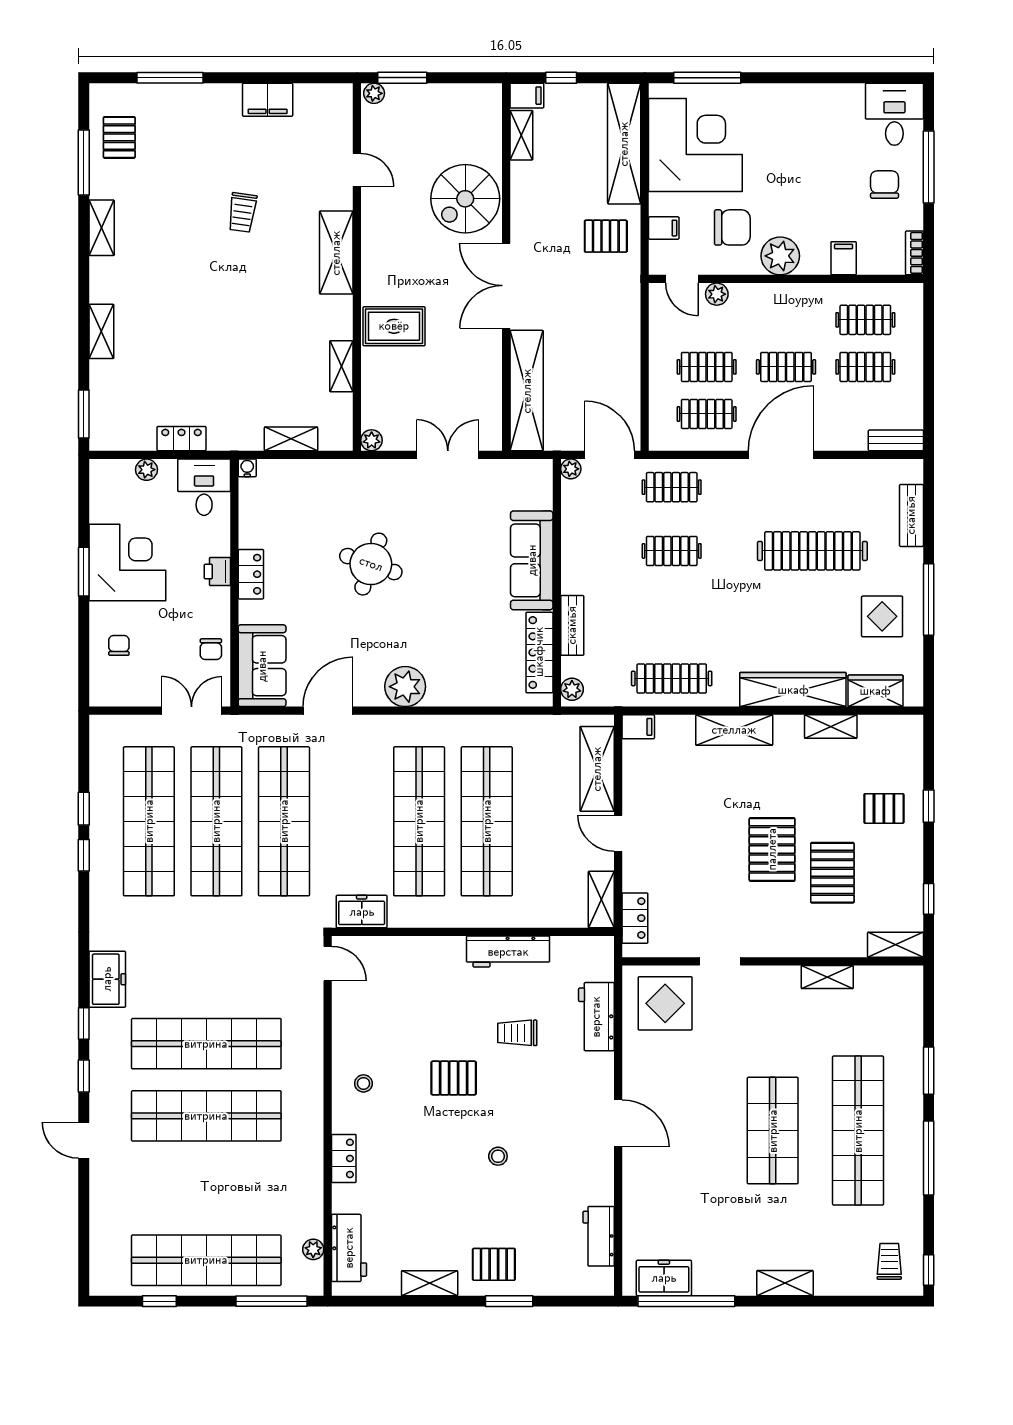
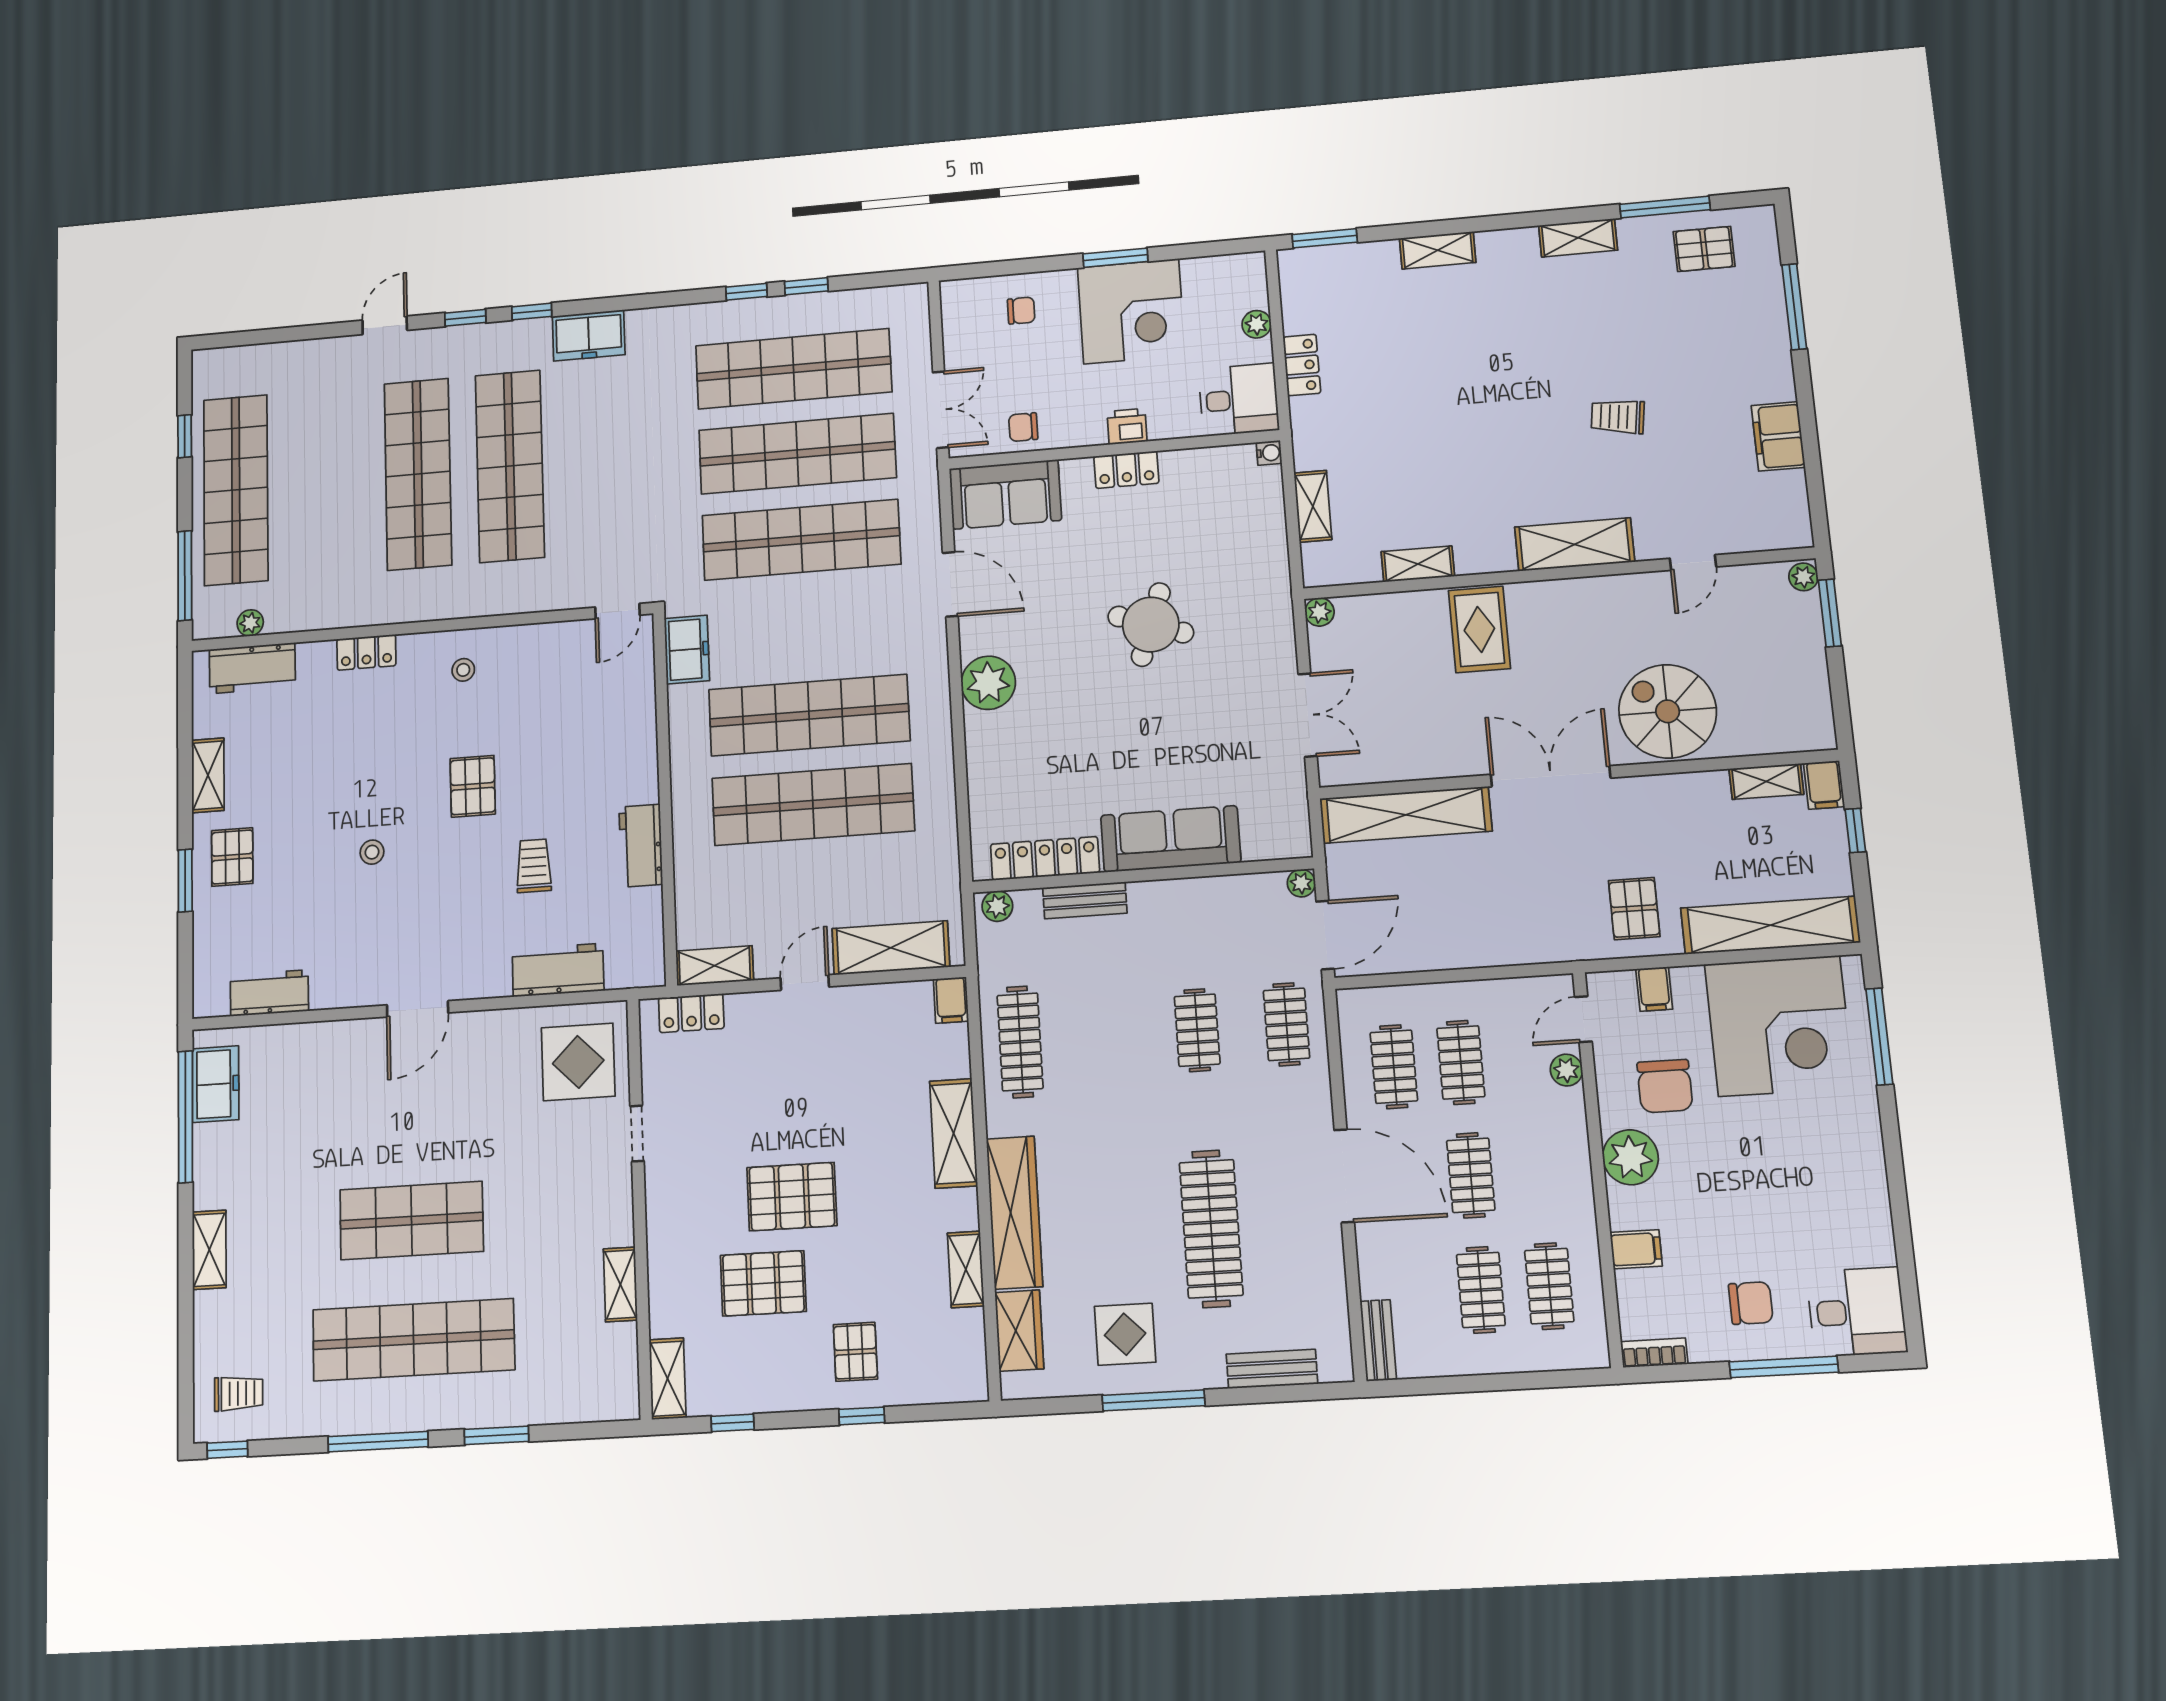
workbench: (508, 952) -> (641, 846), width x0.73

